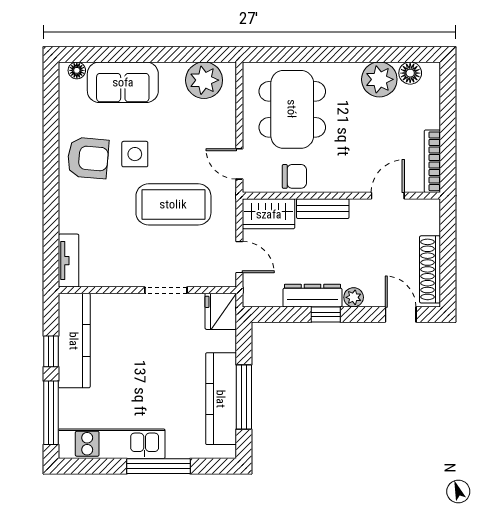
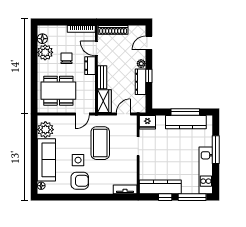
sofa: (123, 82) -> (46, 160), width x1.36
armchair: (88, 158) -> (80, 181), turned 85
chair: (294, 176) -> (66, 58), moved
dresser: (349, 181) -> (90, 66), added
shoe rack: (430, 269) -> (113, 30), moved

